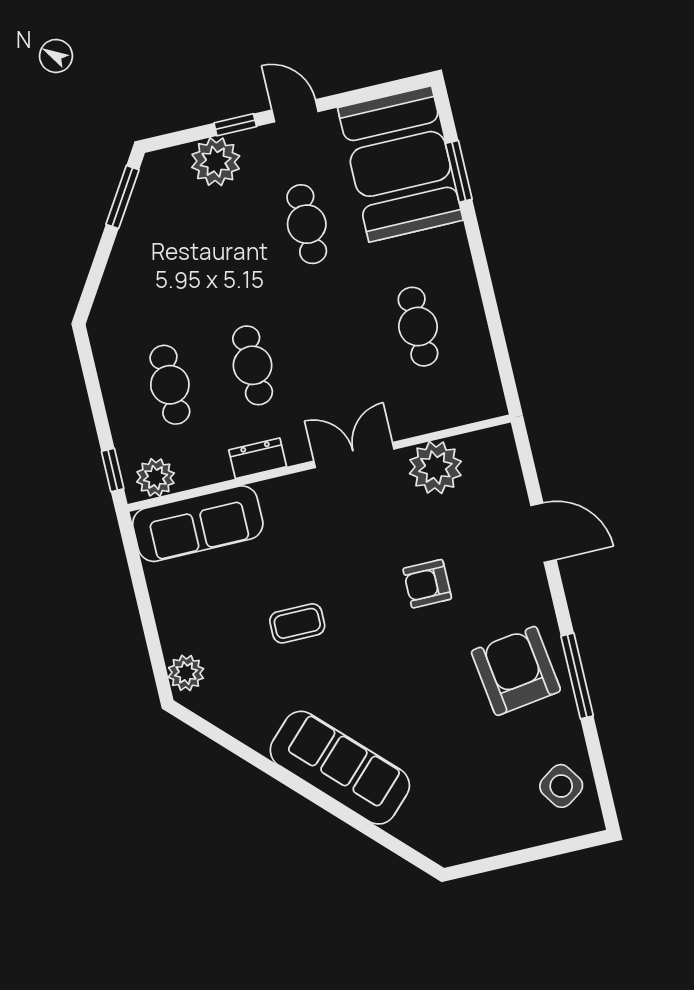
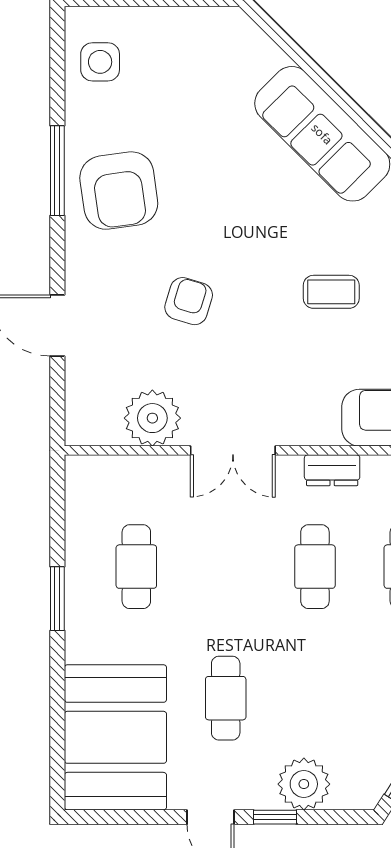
window: (459, 171) -> (57, 599), moved
armchair: (427, 584) -> (189, 301), turned -73
side table: (561, 786) -> (100, 62), turned 34

